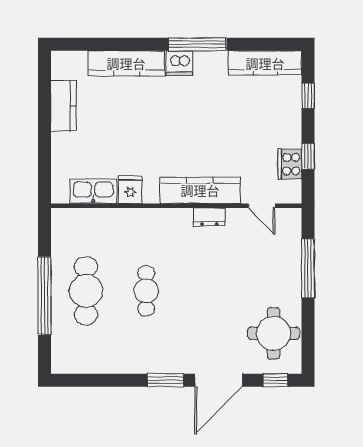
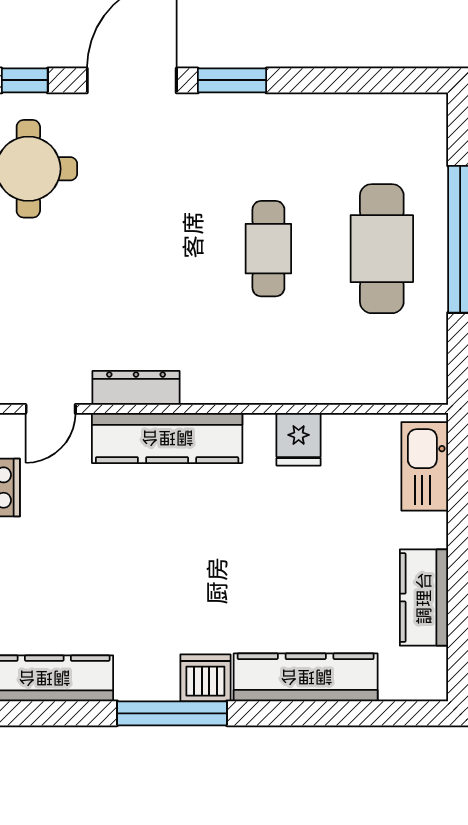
kitchen sink: (93, 191) -> (425, 466), moved, turned 90
door: (262, 206) -> (51, 409), swing flipped
dresser: (209, 217) -> (136, 388), width x1.44

